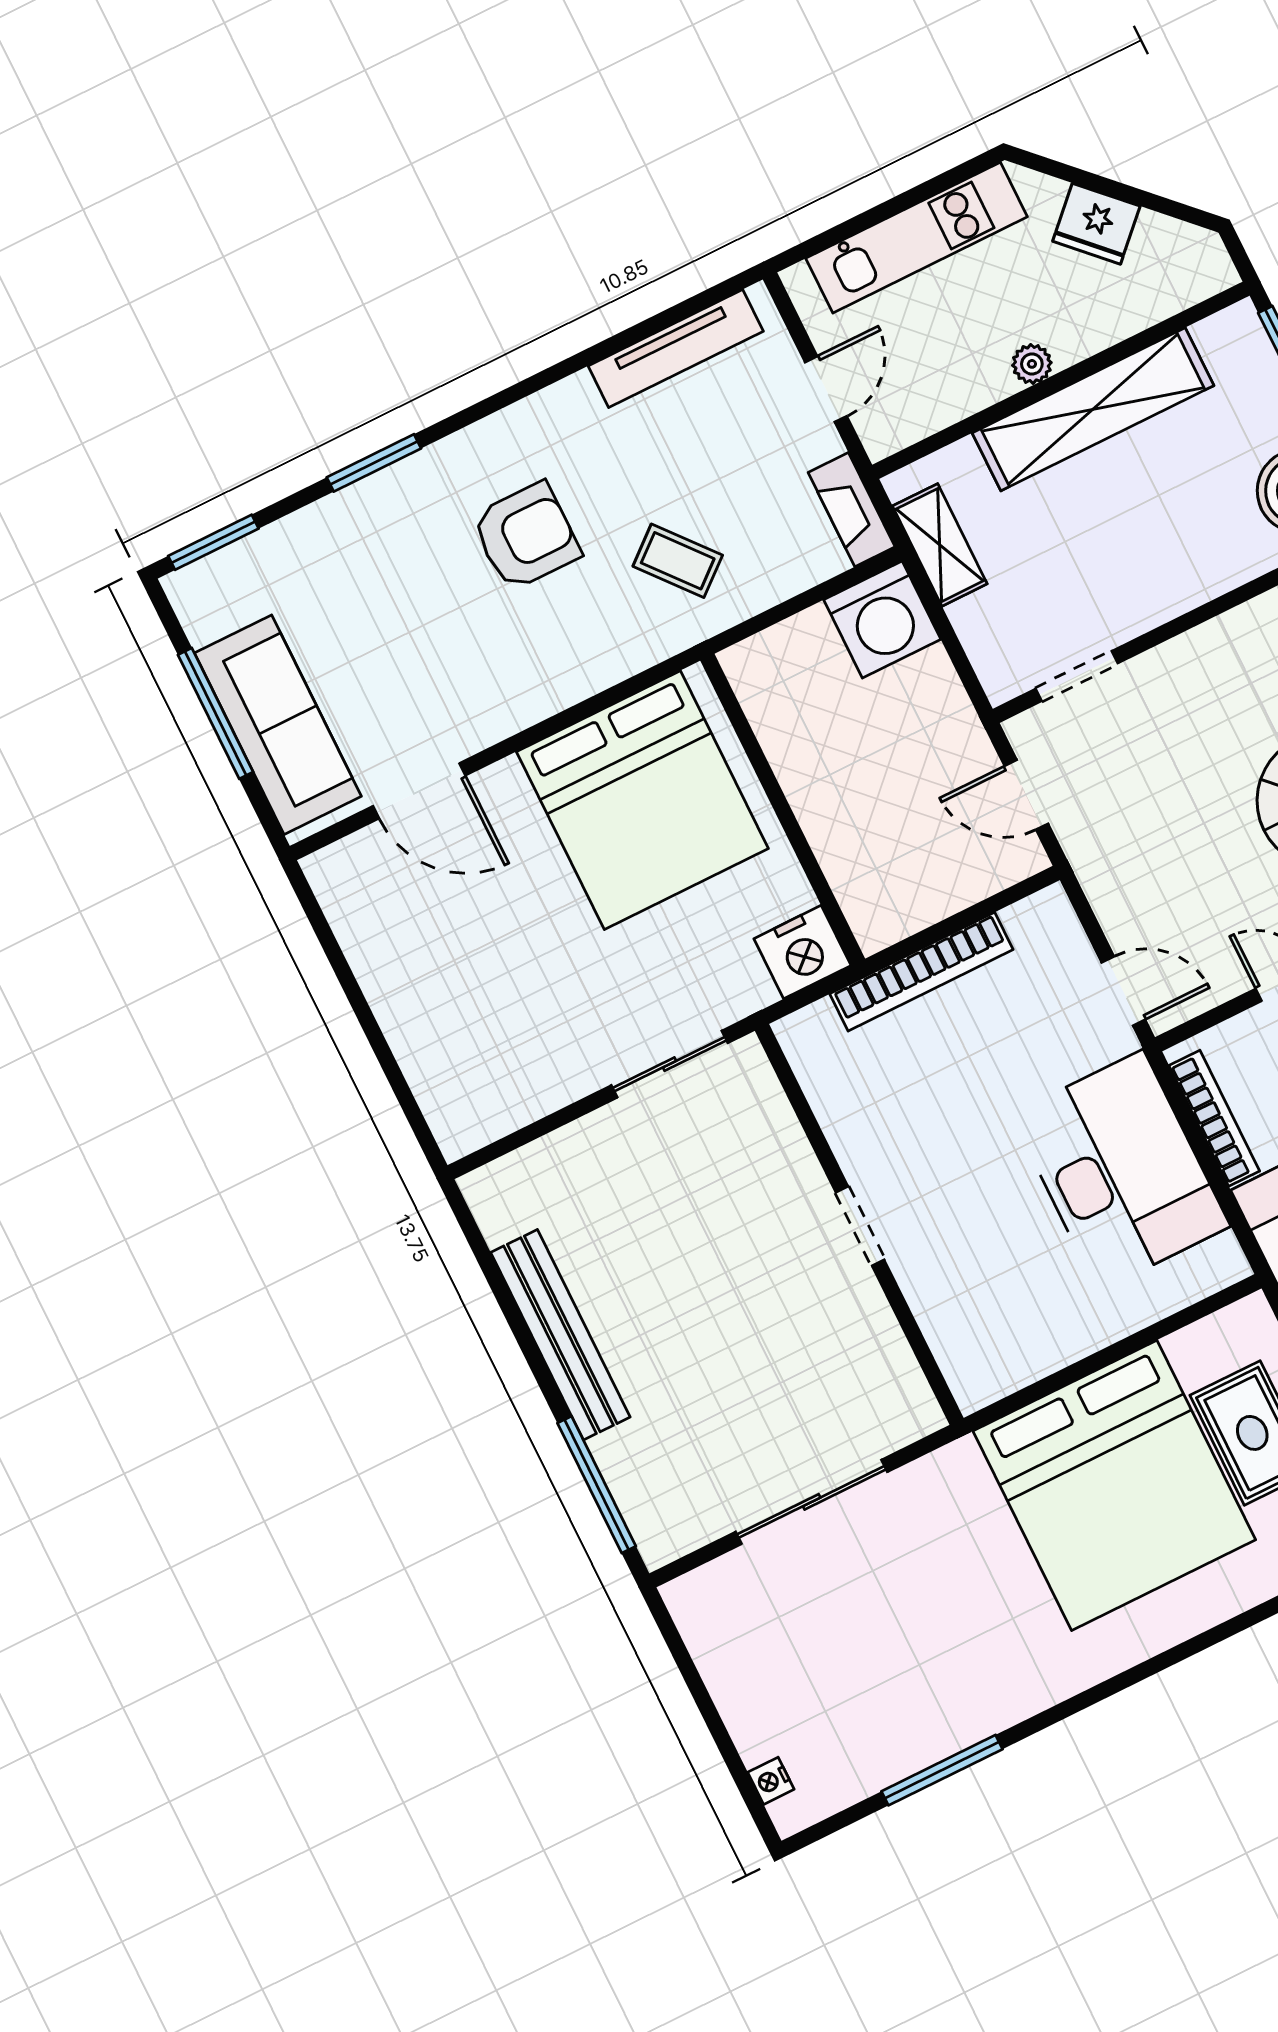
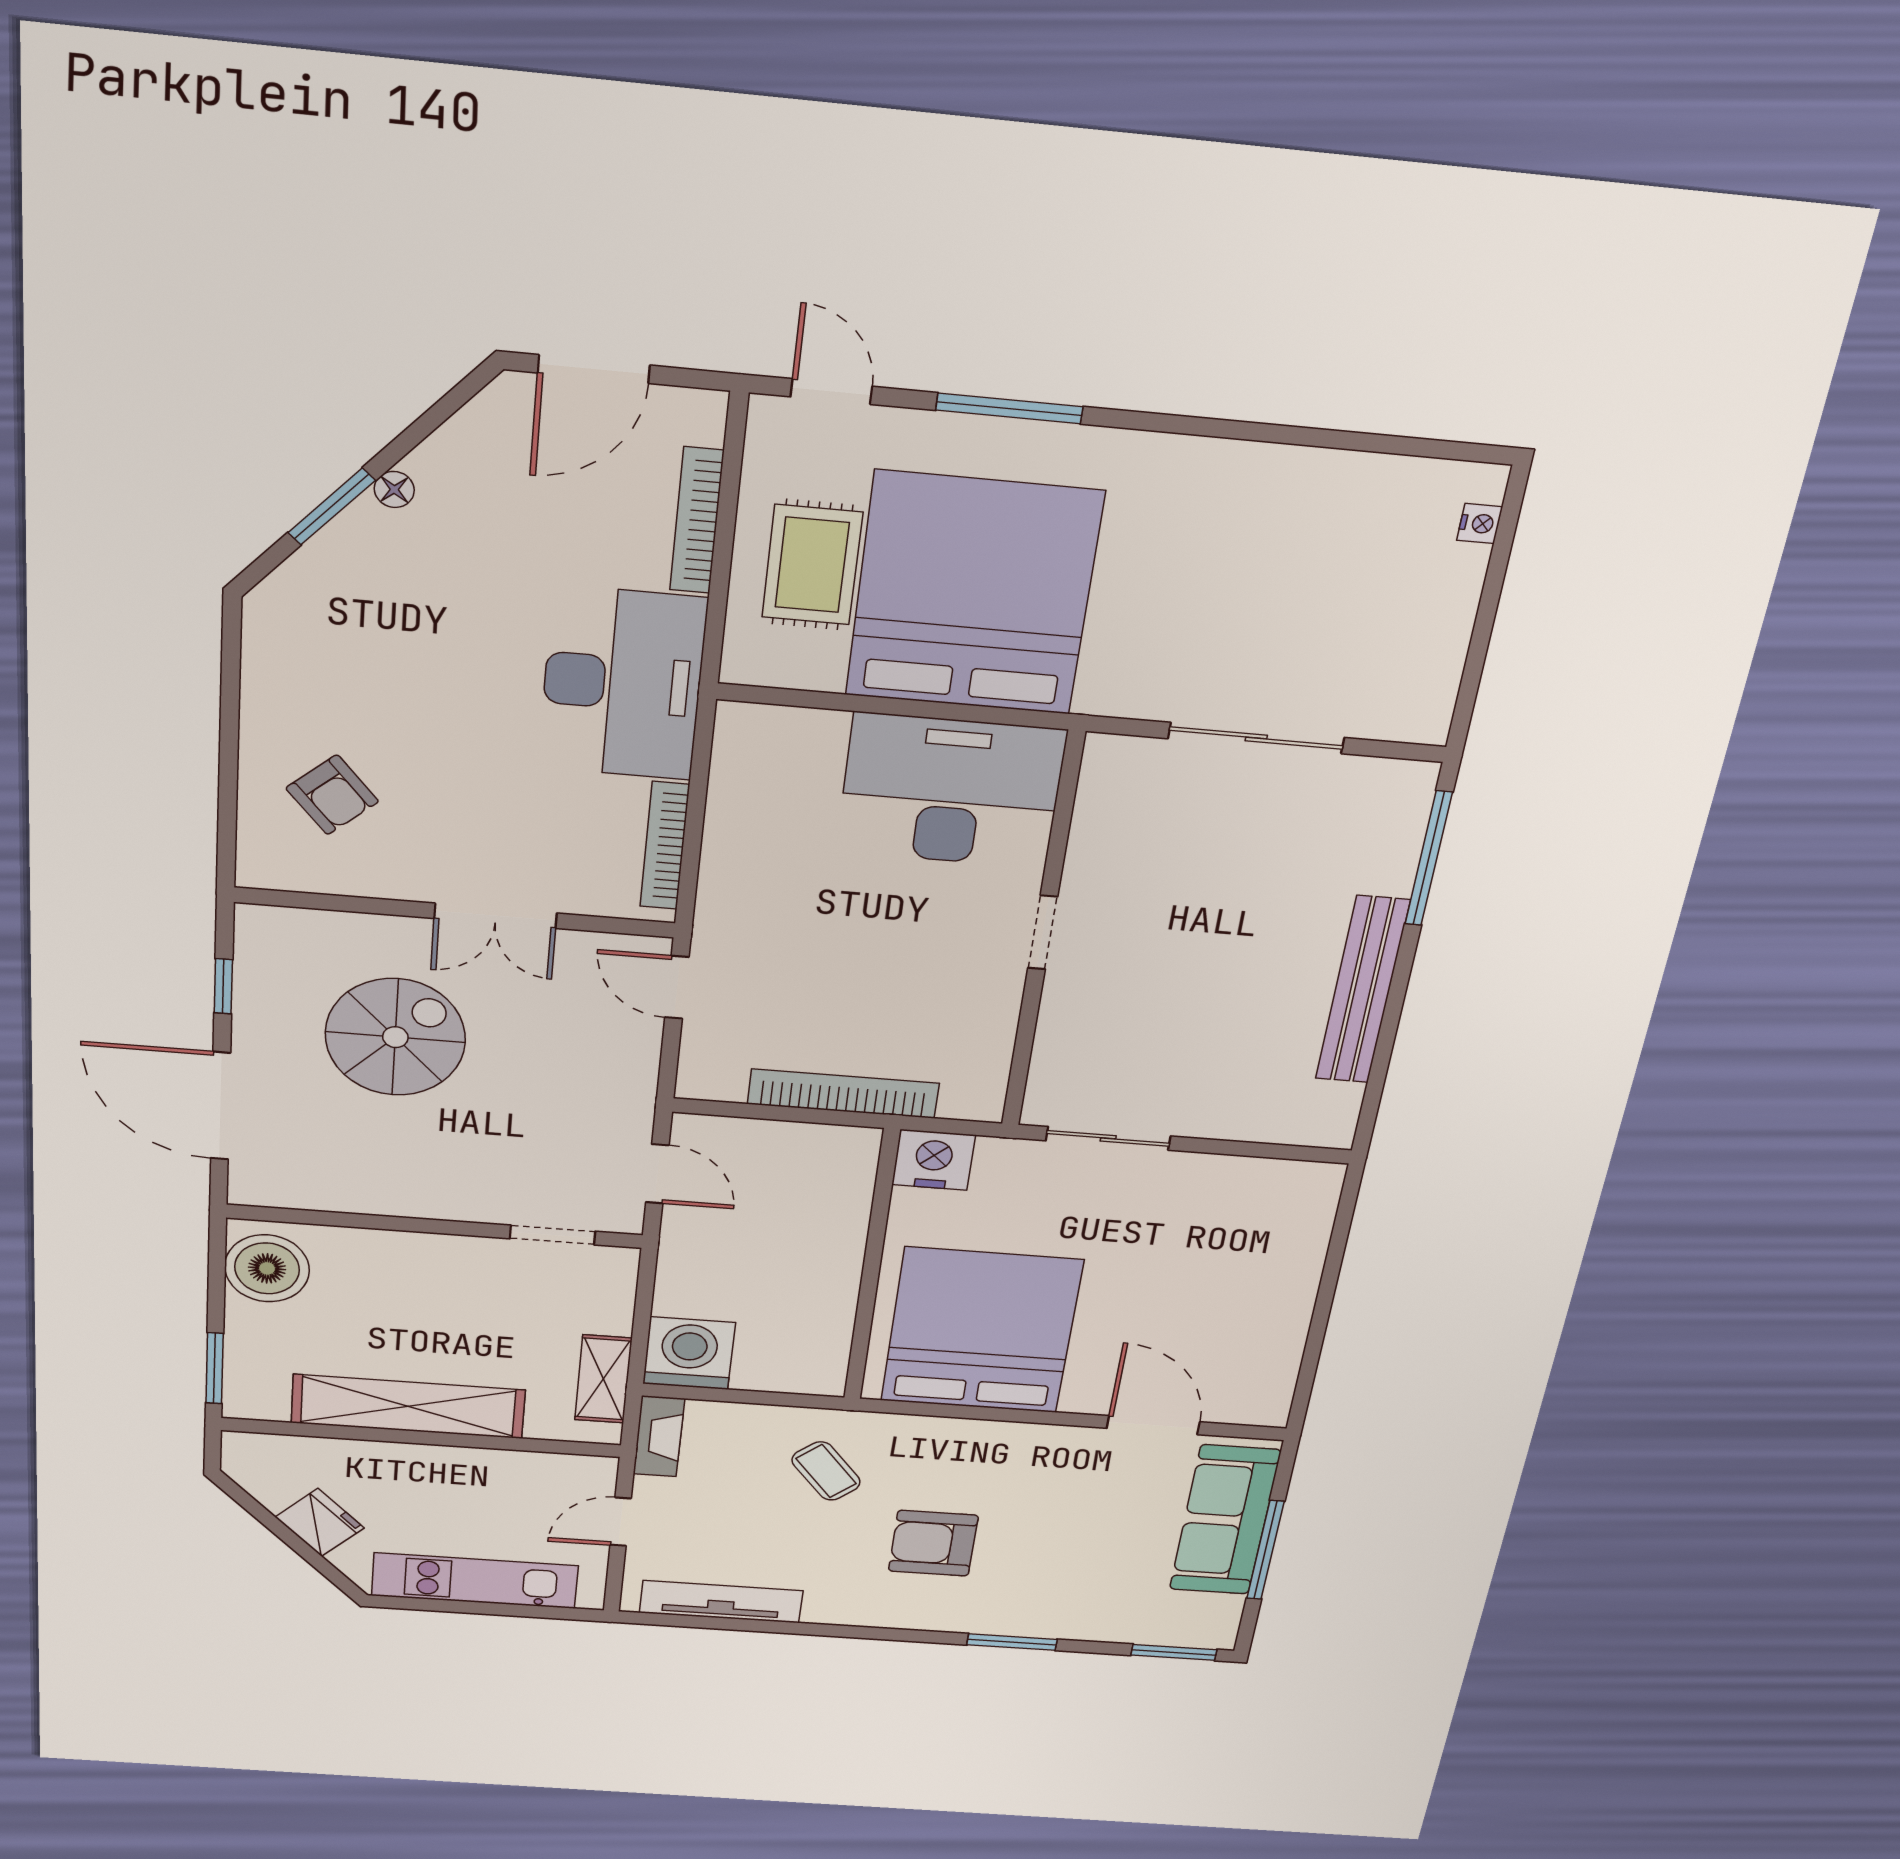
plant: (1032, 364) -> (438, 1459), removed
desk: (1121, 1170) -> (951, 791), moved, turned 90
window: (942, 1770) -> (1009, 408), moved

